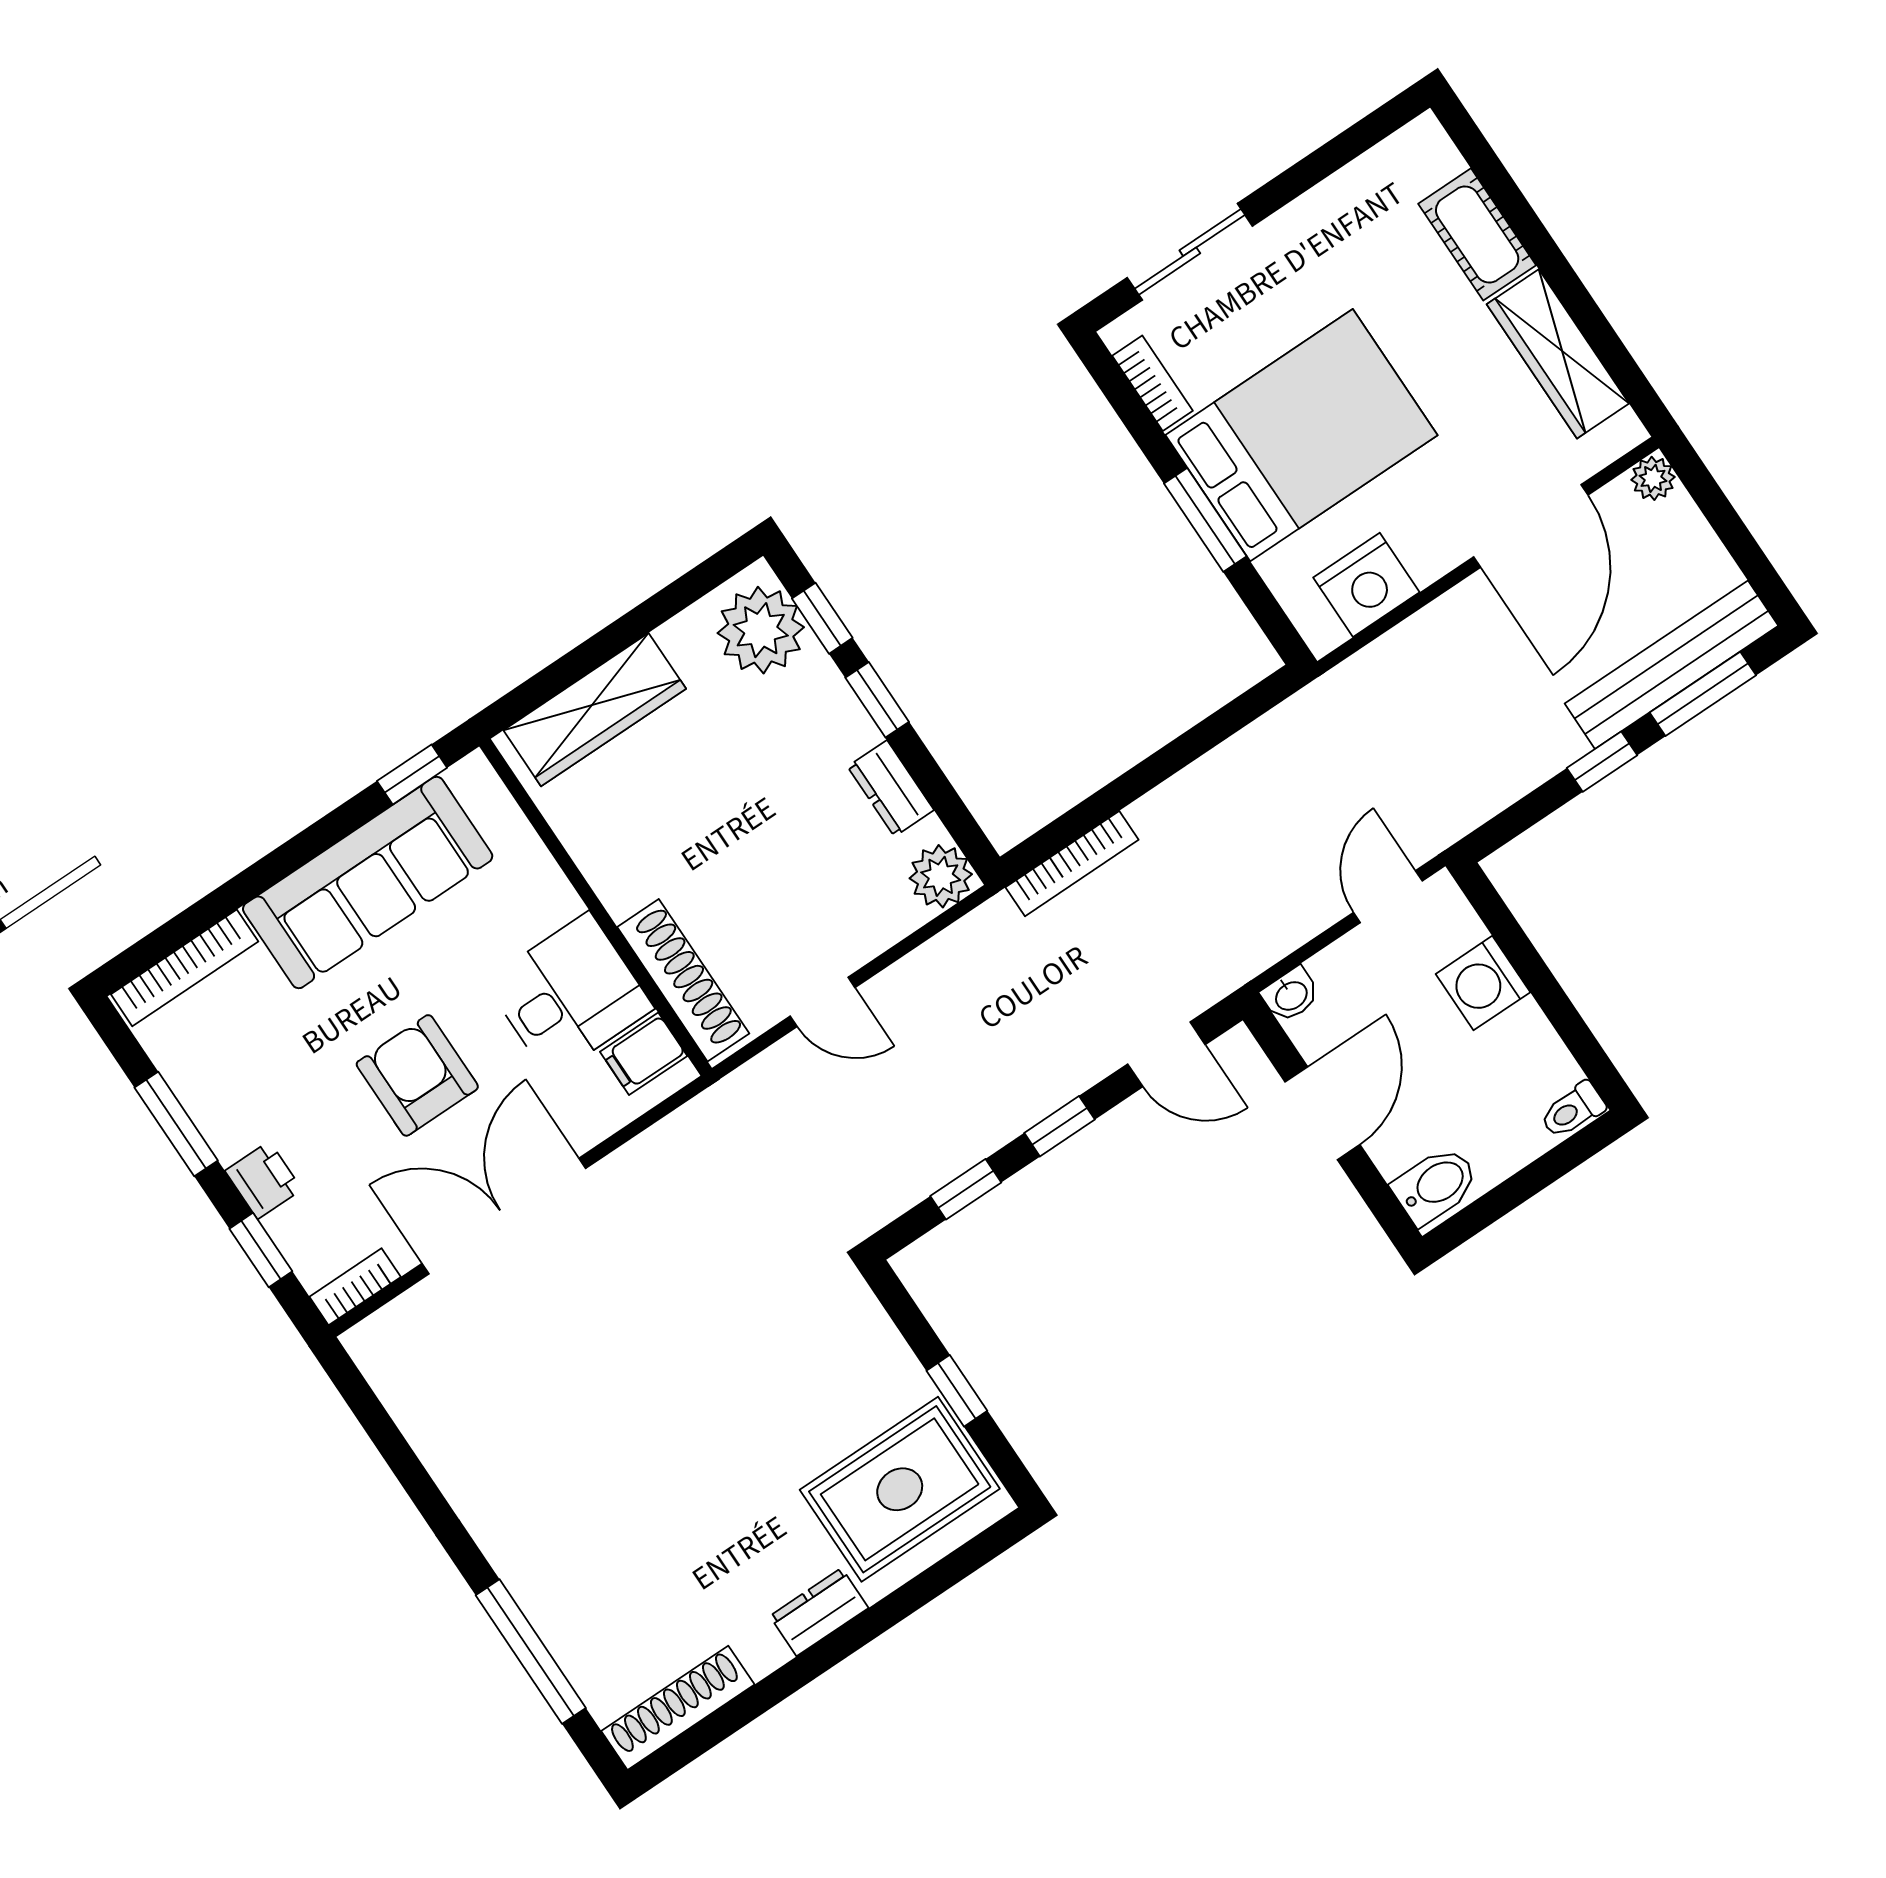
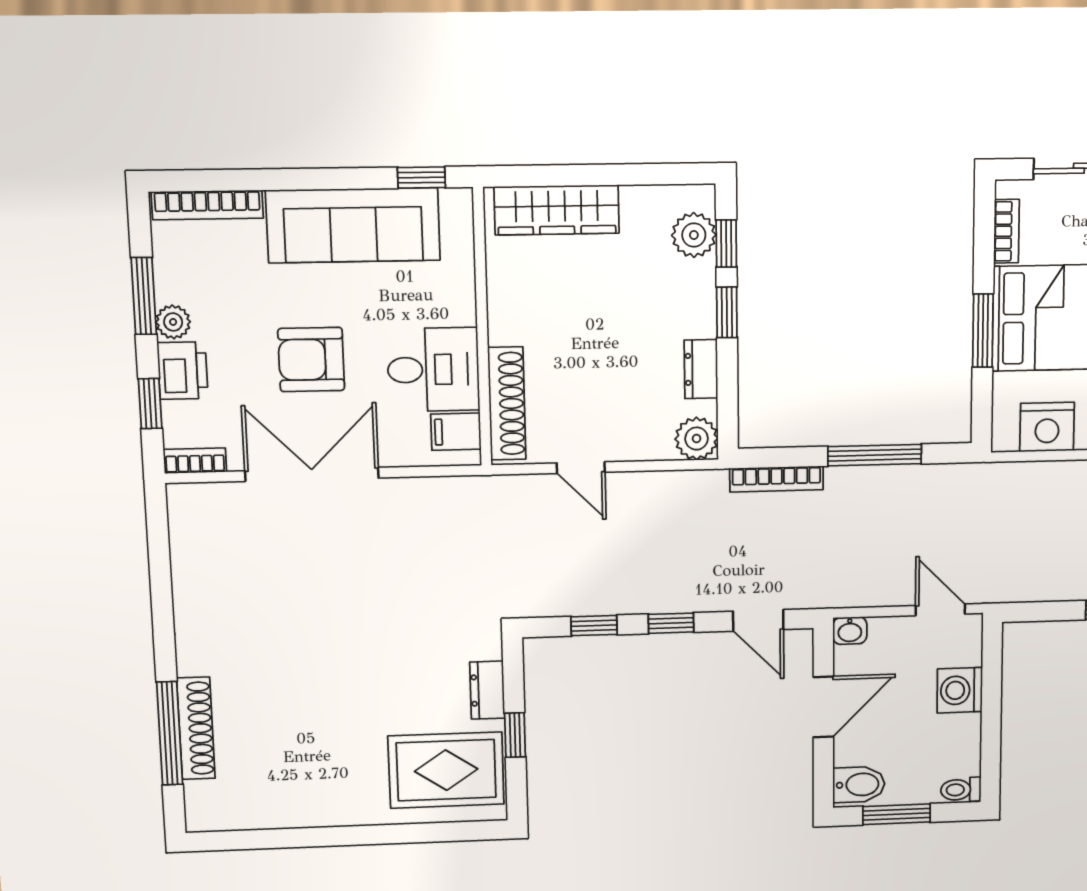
plant: (761, 630) -> (694, 235), width x0.73, depth x0.73
window: (1174, 757) -> (875, 455), added
door: (1388, 897) -> (940, 610), hinge flipped
armchair: (417, 1075) -> (311, 360), turned -90
plant: (229, 1134) -> (173, 322), added
printer: (263, 1180) -> (183, 371), width x1.36, depth x1.24
window: (1511, 1194) -> (896, 814), added
dresser: (819, 1612) -> (487, 690), moved, turned -90
shoe rack: (678, 1708) -> (196, 728), moved, turned 90

